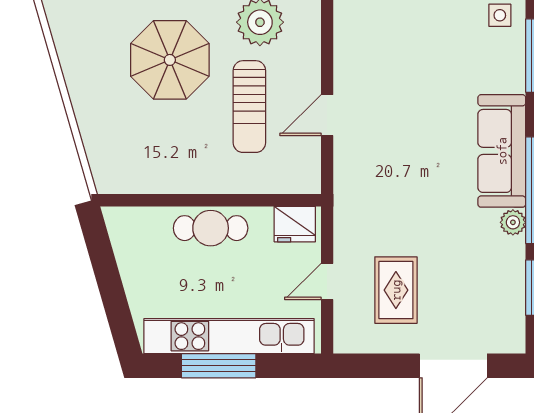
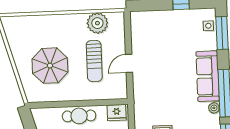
side table: (500, 15) -> (208, 26), moved
parasol: (170, 60) -> (50, 66), moved

